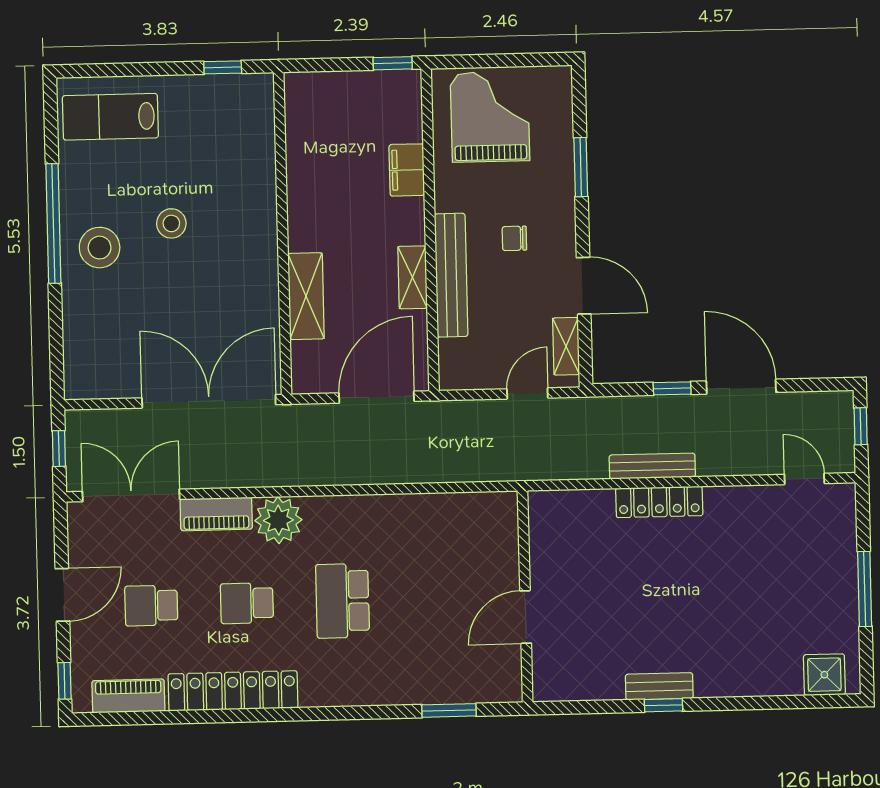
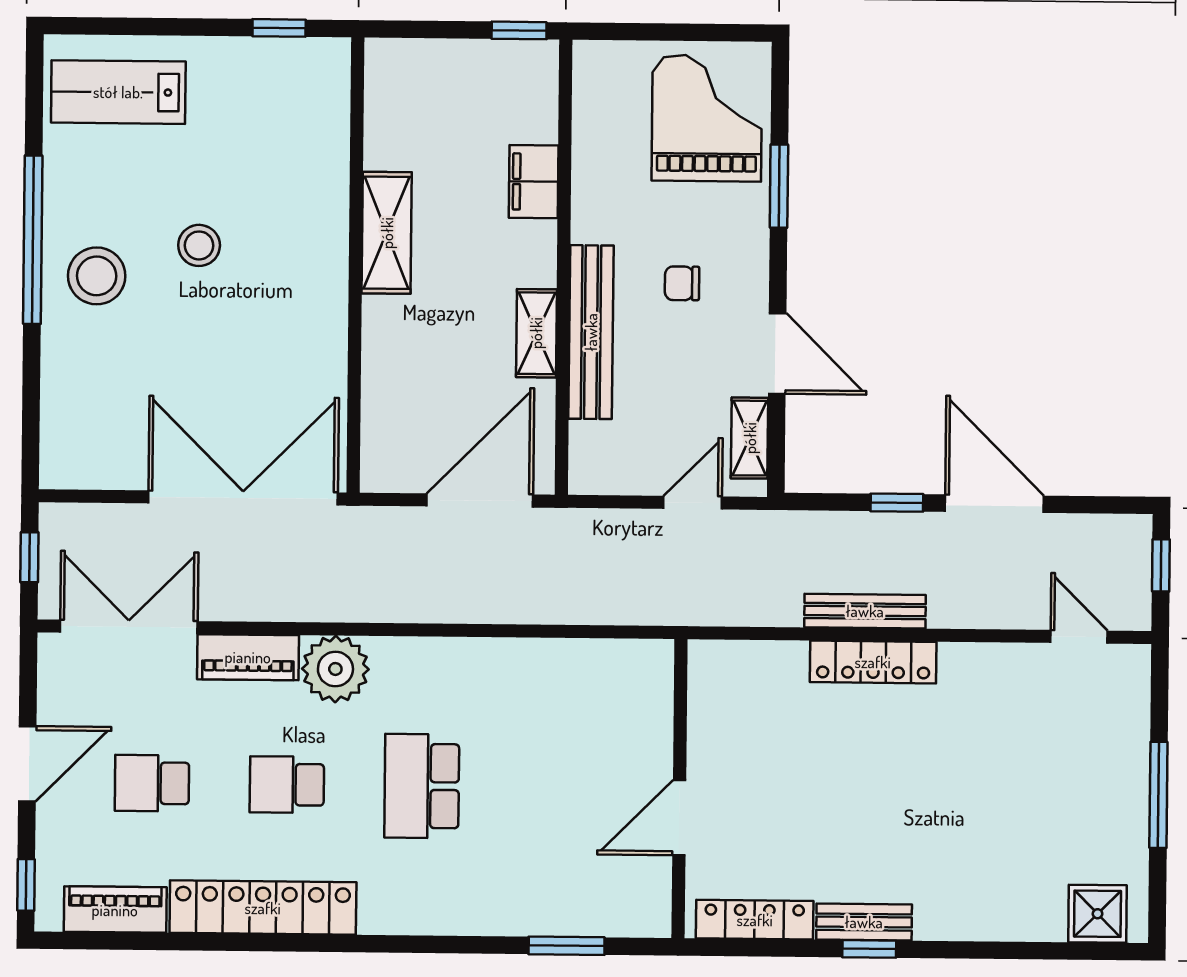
grand piano: (490, 117) -> (707, 118), moved
shelving: (306, 296) -> (387, 233), moved
locker: (582, 687) -> (755, 920), added

